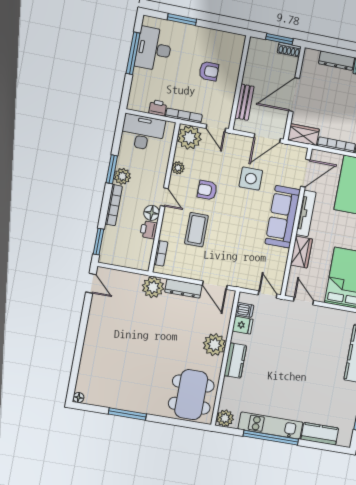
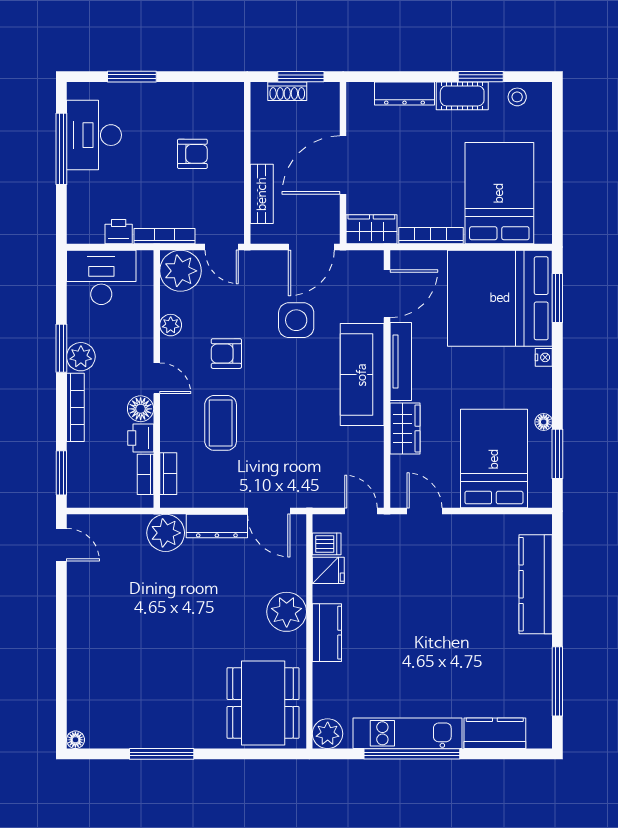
shoe rack: (289, 50) -> (287, 91), moved
bookcase: (147, 251) -> (145, 474), added

